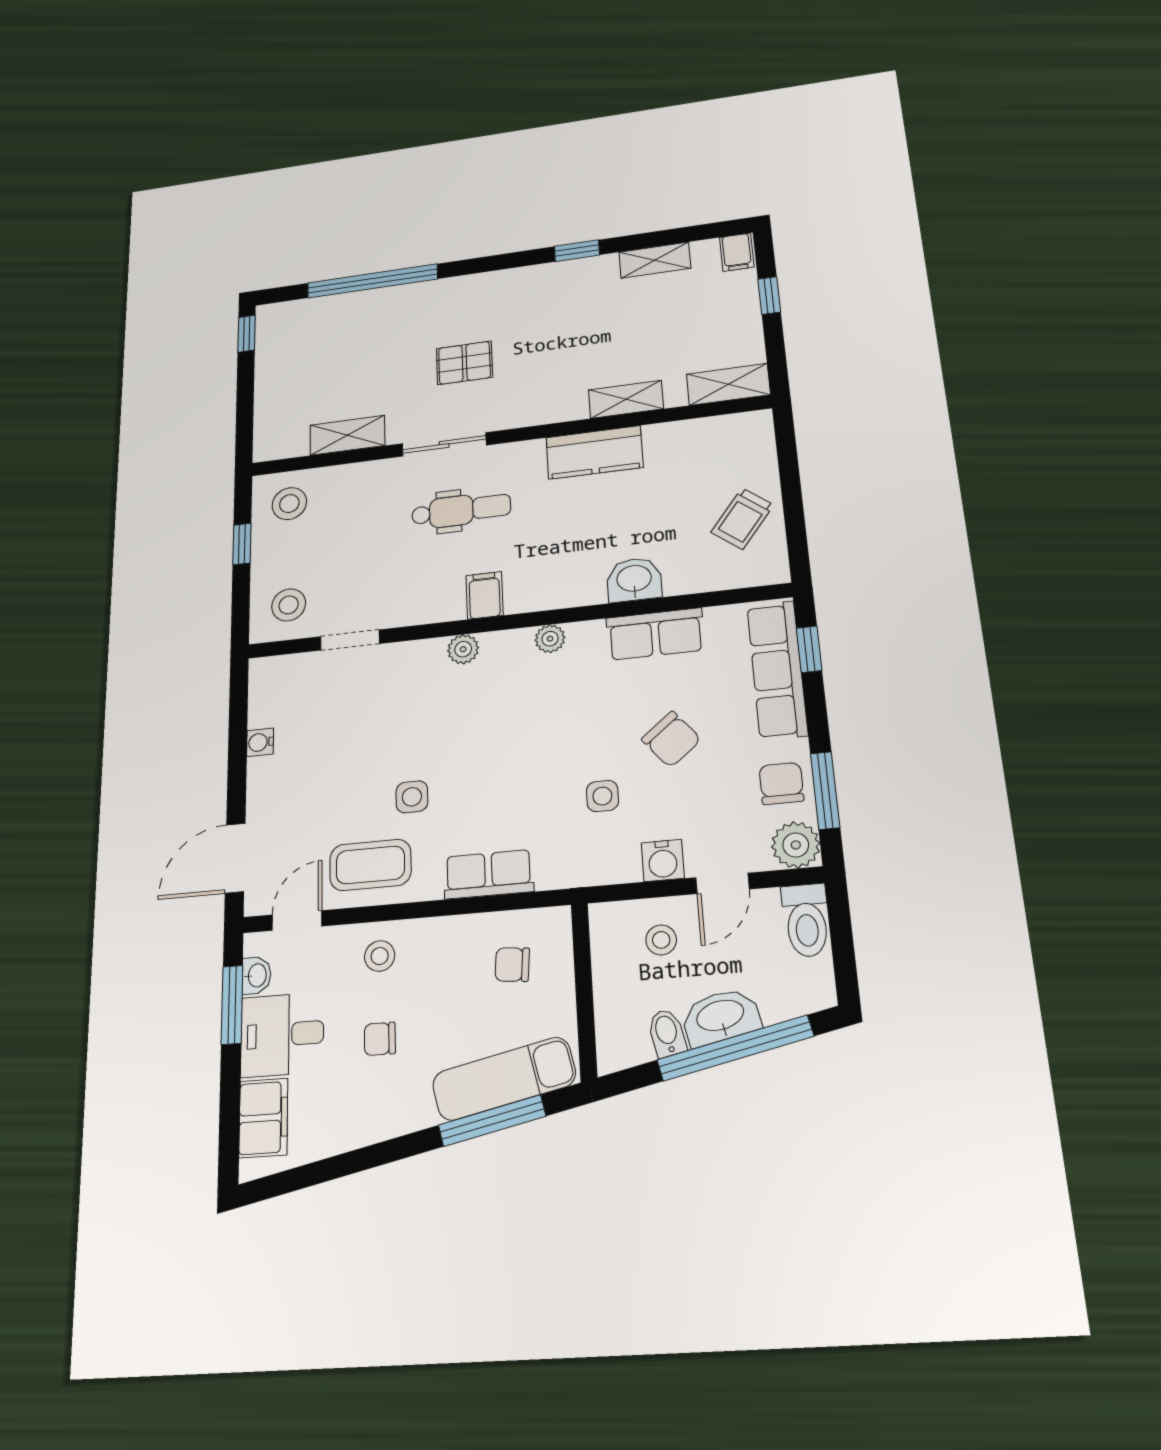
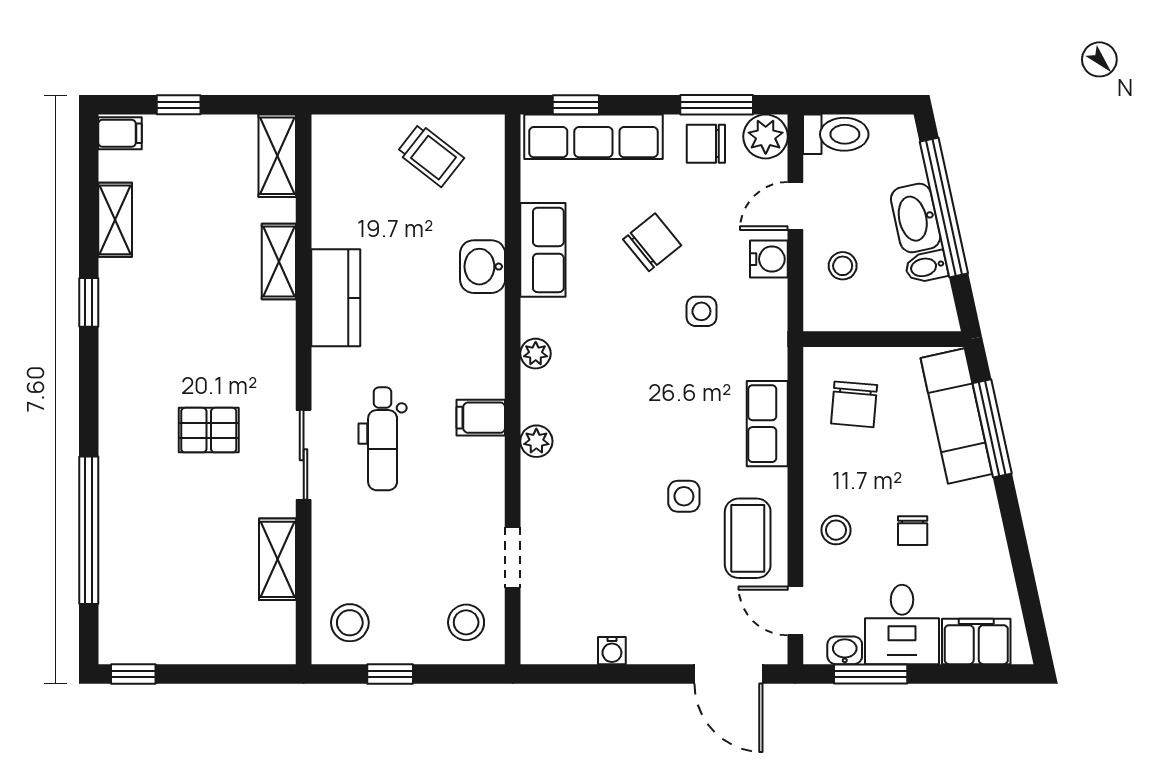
pallet: (464, 363) -> (209, 430), turned 90
dental chair: (461, 510) -> (383, 439), turned 180
door: (722, 883) -> (795, 206), swing flipped
chair: (512, 965) -> (854, 404), width x1.37, depth x1.37

